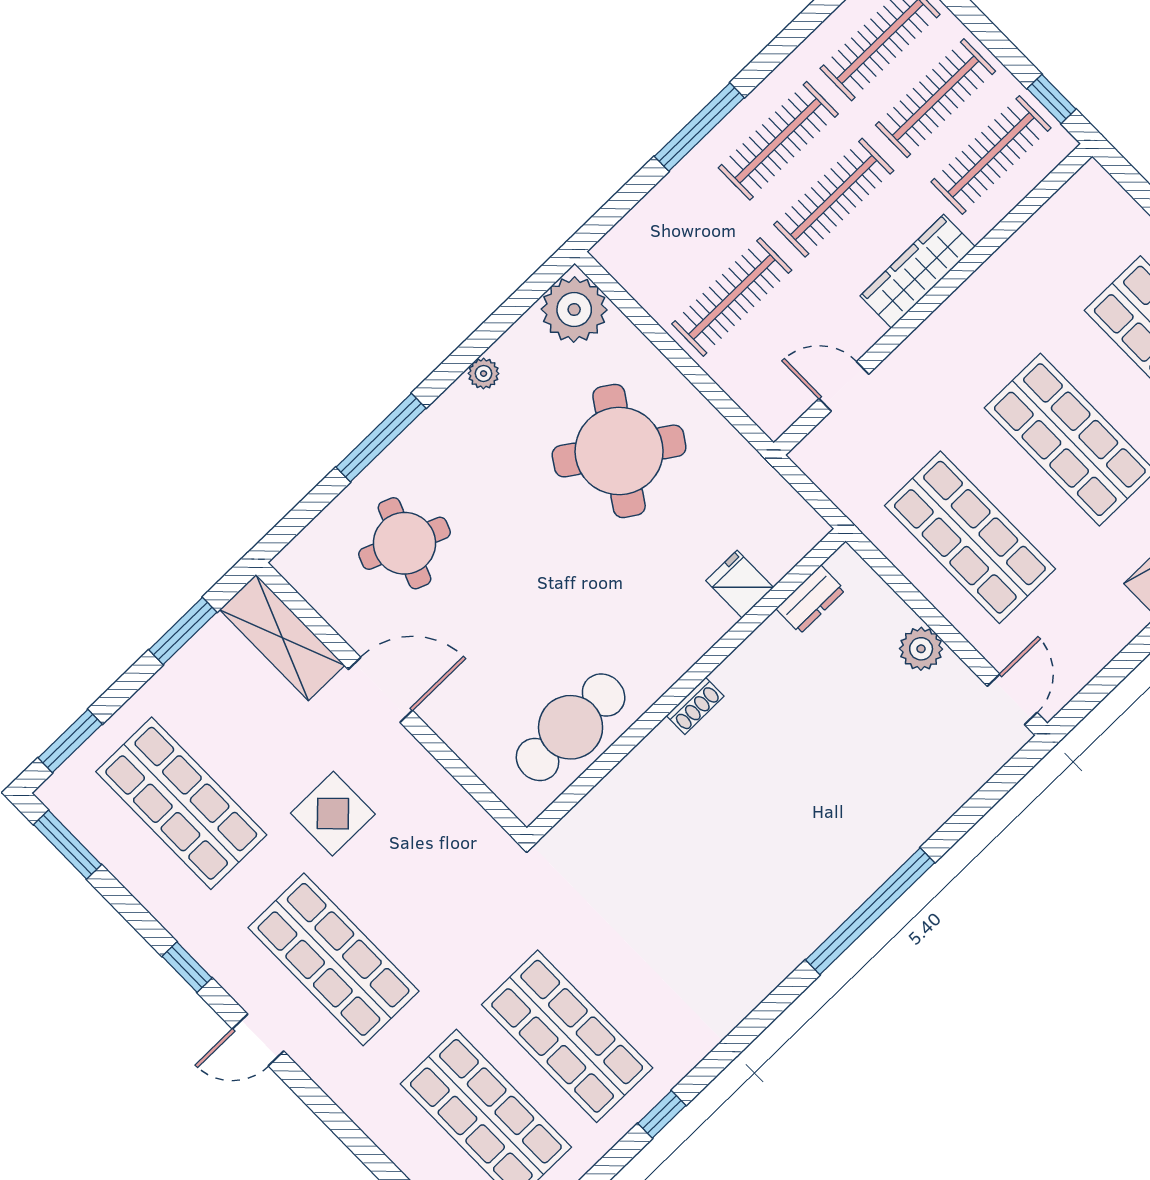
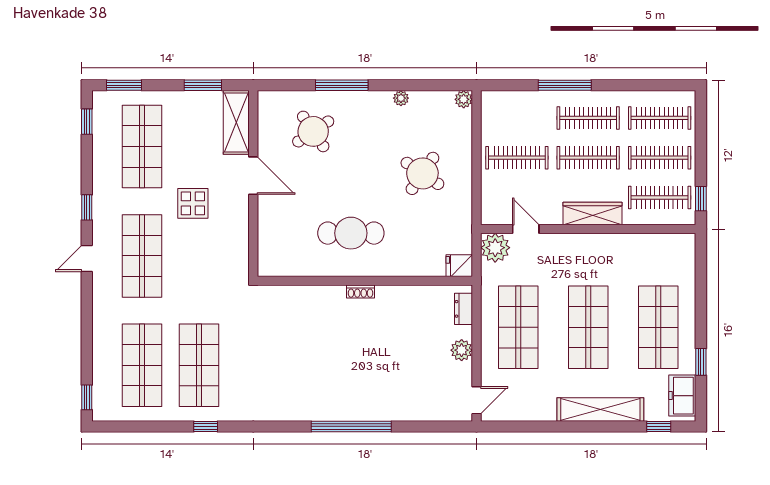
plant: (574, 310) -> (464, 99), width x0.53, depth x0.53
round table: (619, 451) -> (422, 173), width x0.73, depth x0.73
plant: (826, 456) -> (495, 248), added
round table: (404, 543) -> (313, 131), turned 34
fridge: (740, 584) -> (459, 266), moved, turned -90
dresser: (810, 599) -> (463, 309), moved, turned 90
cafe table: (571, 727) -> (351, 233), moved
window: (67, 845) -> (87, 122), width x0.67
door: (258, 1040) -> (87, 258), hinge flipped

